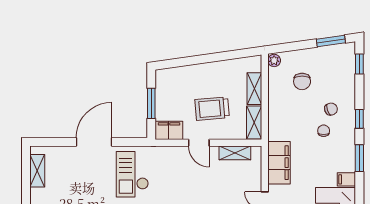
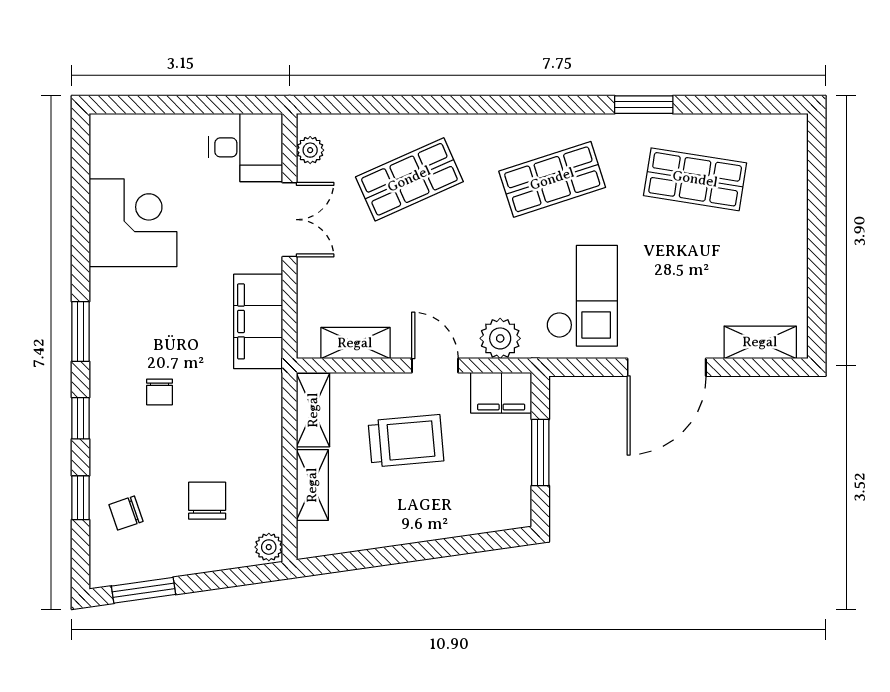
window: (359, 64) -> (80, 498), moved
chair: (331, 109) -> (126, 513), moved
plant: (169, 155) -> (500, 338), added
shelving: (37, 171) -> (760, 342), moved, turned 90
filing cabinet: (346, 179) -> (109, 284), removed

